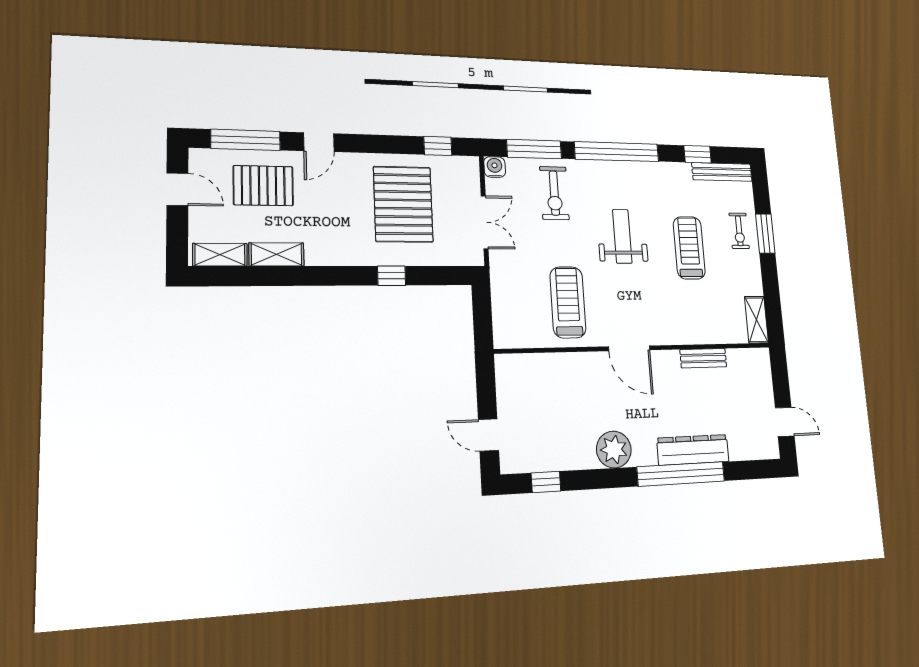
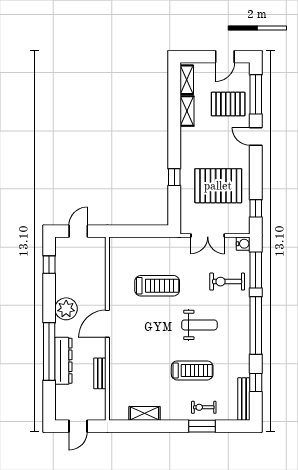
pallet: (263, 186) -> (228, 104), turned 90
door: (629, 348) -> (107, 324), moved
wall: (636, 348) -> (107, 329), moved
bench: (703, 358) -> (100, 373), moved

